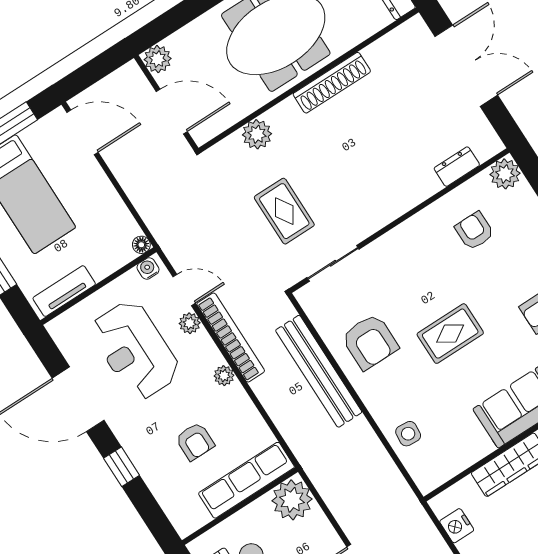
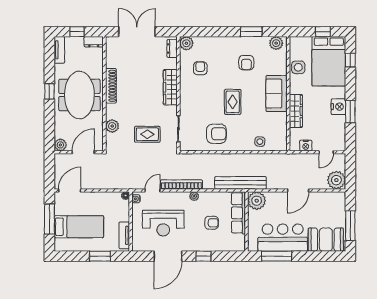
dresser: (457, 167) -> (172, 49), moved
wardrobe: (402, 197) -> (170, 87), added
armchair: (474, 231) -> (200, 68), turned 90
plant: (190, 323) -> (166, 196), removed
bench: (319, 371) -> (240, 183), moved

